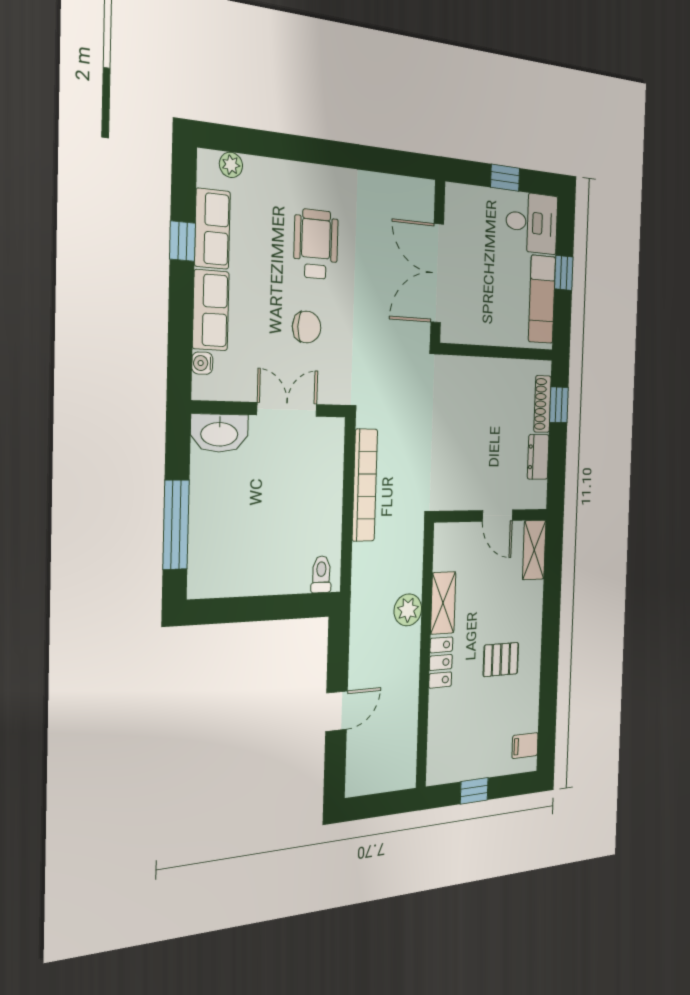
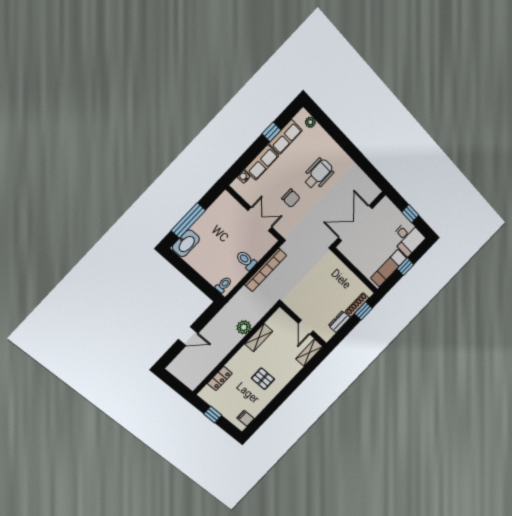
washbasin: (219, 433) -> (186, 243), moved, turned -90
toilet: (323, 499) -> (246, 260), added
locker: (441, 662) -> (220, 378), moved

